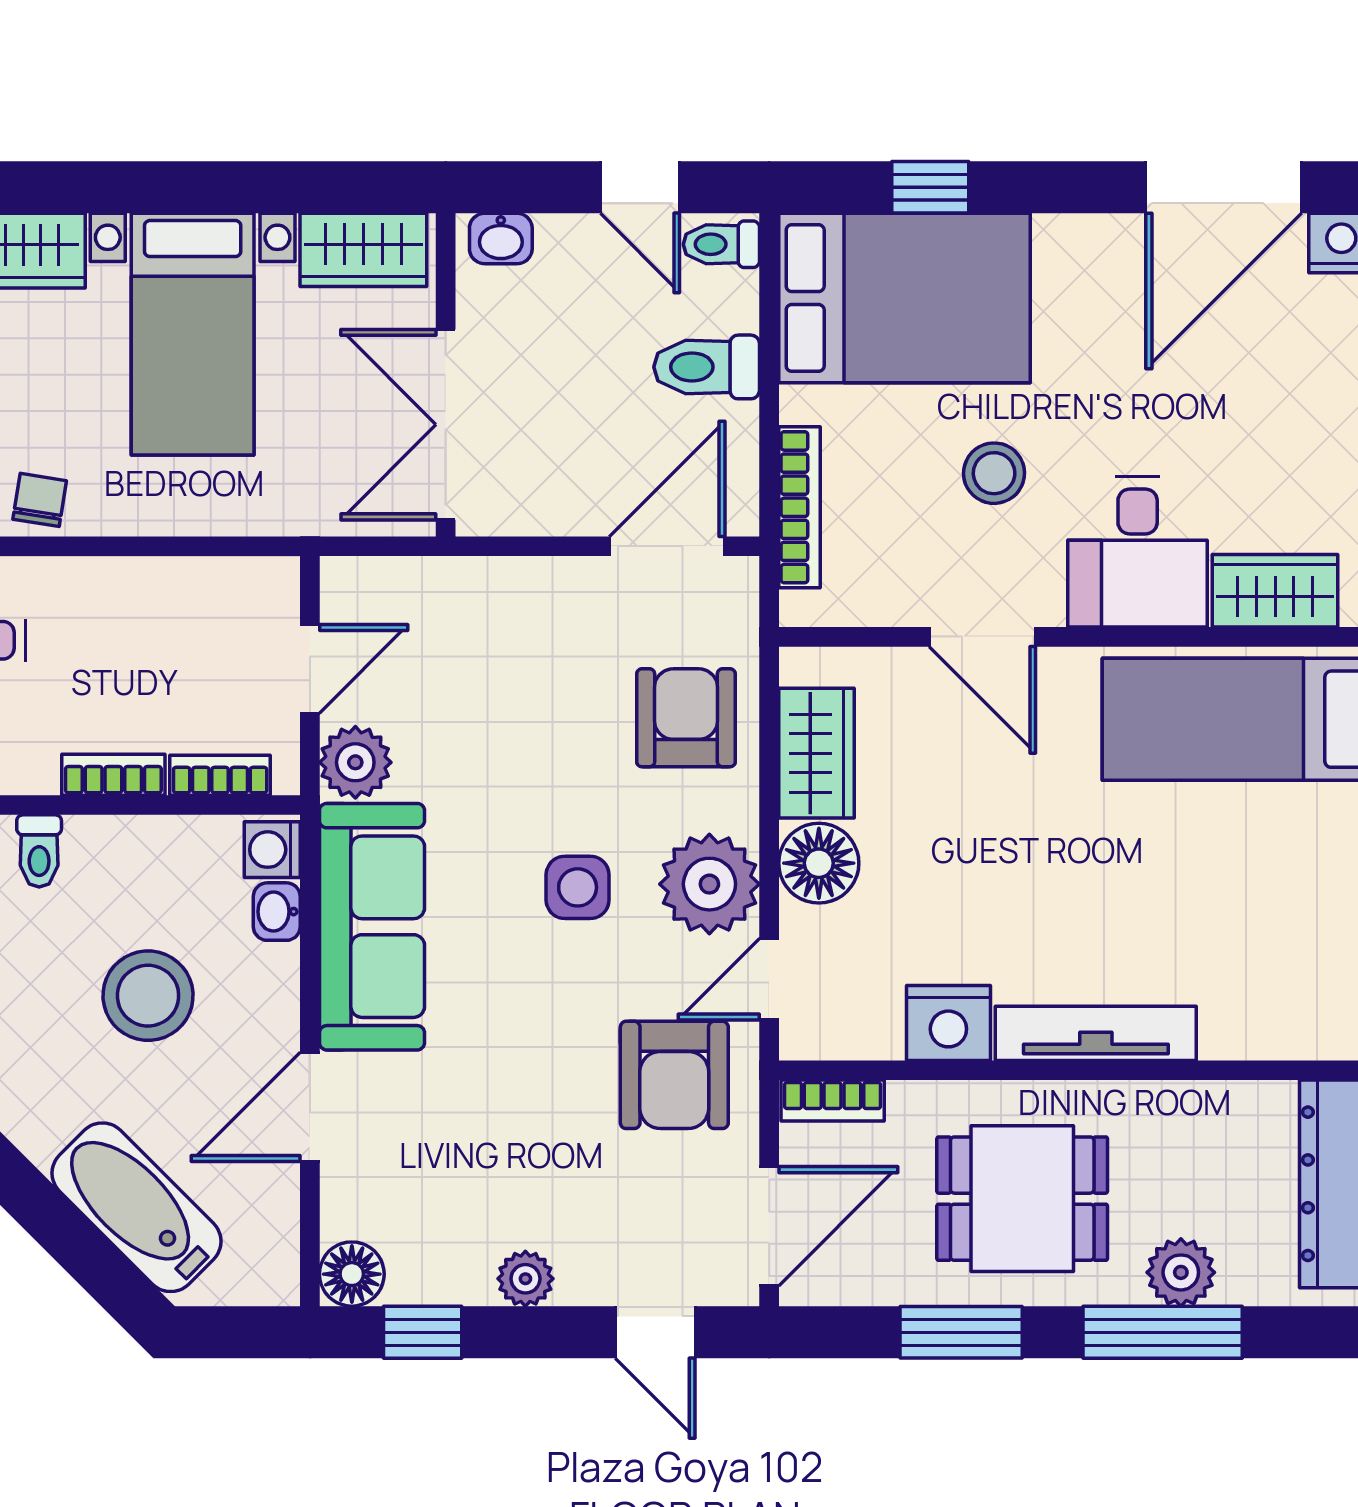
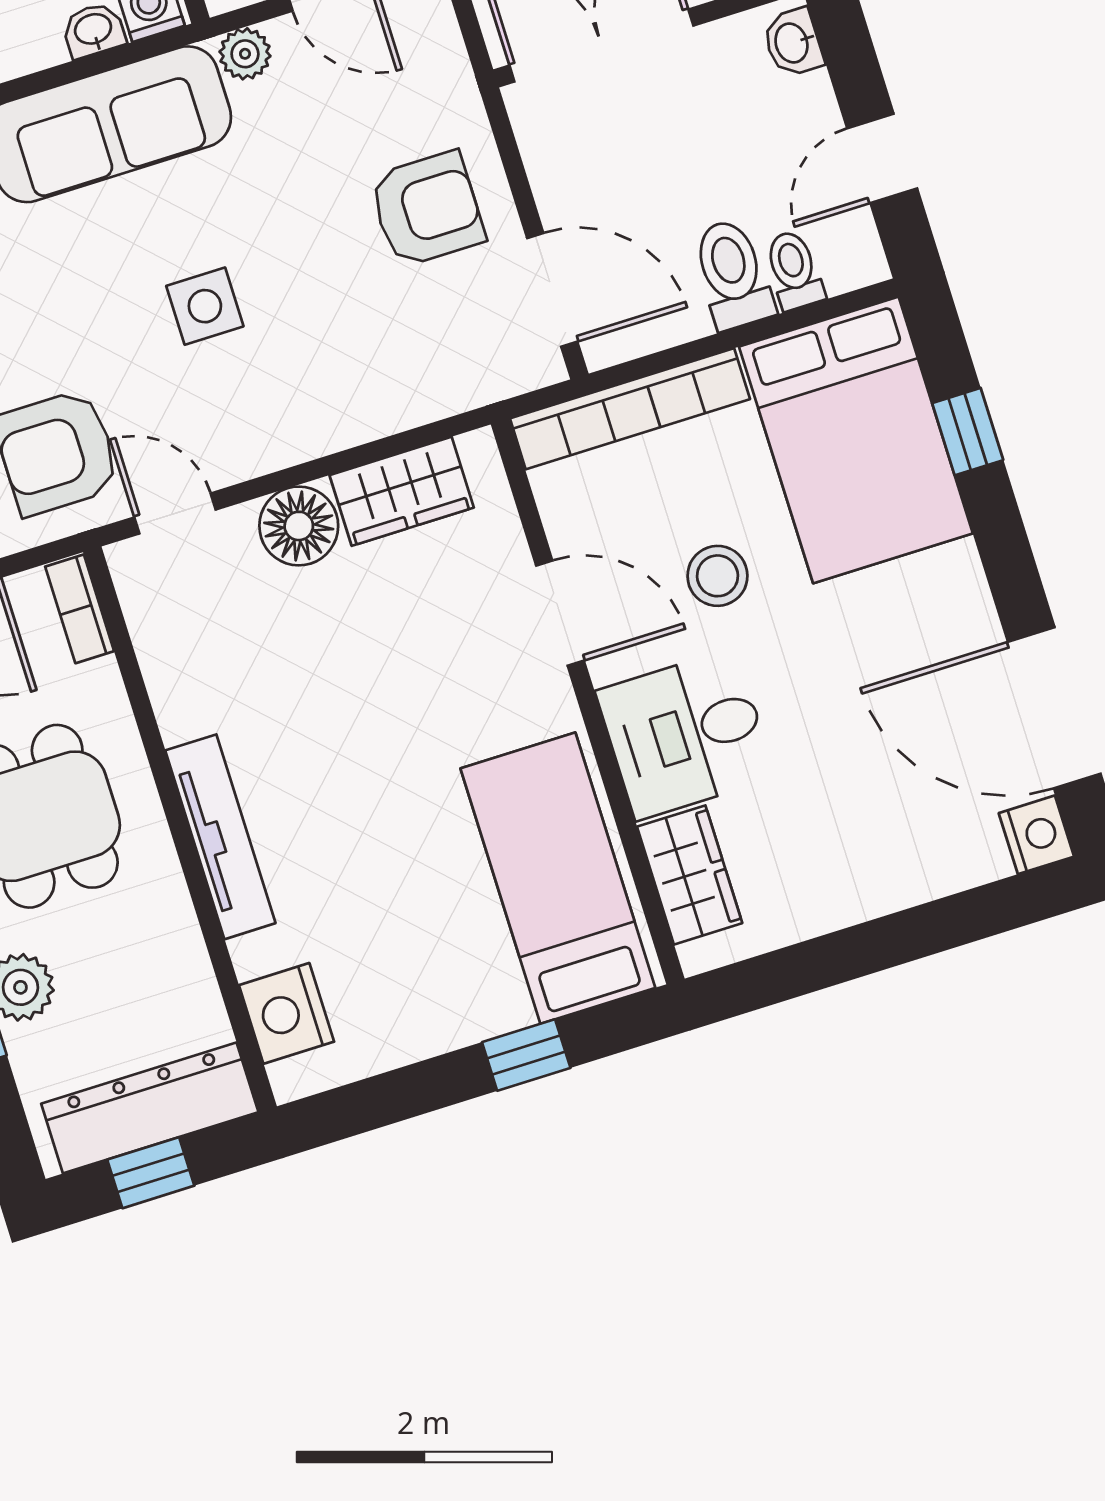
toilet: (721, 244) -> (794, 270), moved
bookcase: (799, 507) -> (630, 409), width x1.48, depth x1.31
door: (982, 637) -> (560, 613), swing flipped
armchair: (686, 718) -> (427, 209), moved
plant: (355, 762) -> (245, 54), width x0.73, depth x0.73
plant: (709, 884) -> (247, 429), removed
nightstand: (948, 1023) -> (286, 1013), moved

